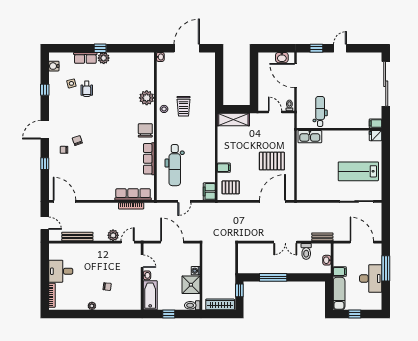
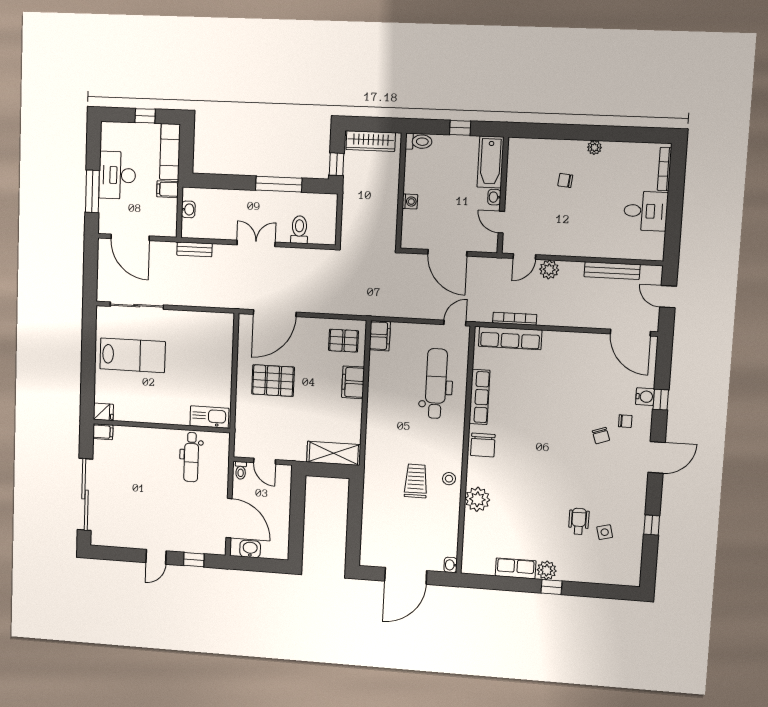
row of seats: (85, 58) -> (516, 568), moved
water cooler: (54, 66) -> (645, 397), moved
filing cabinet: (224, 168) -> (353, 382), width x2.00
door: (184, 201) -> (455, 323), moved
toilet: (306, 251) -> (299, 230), moved
shower: (191, 285) -> (419, 178), removed

